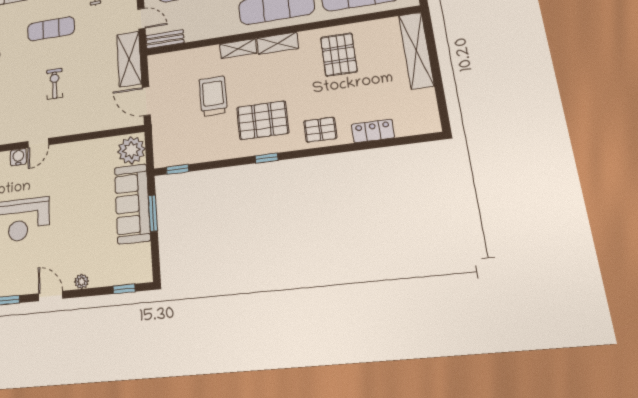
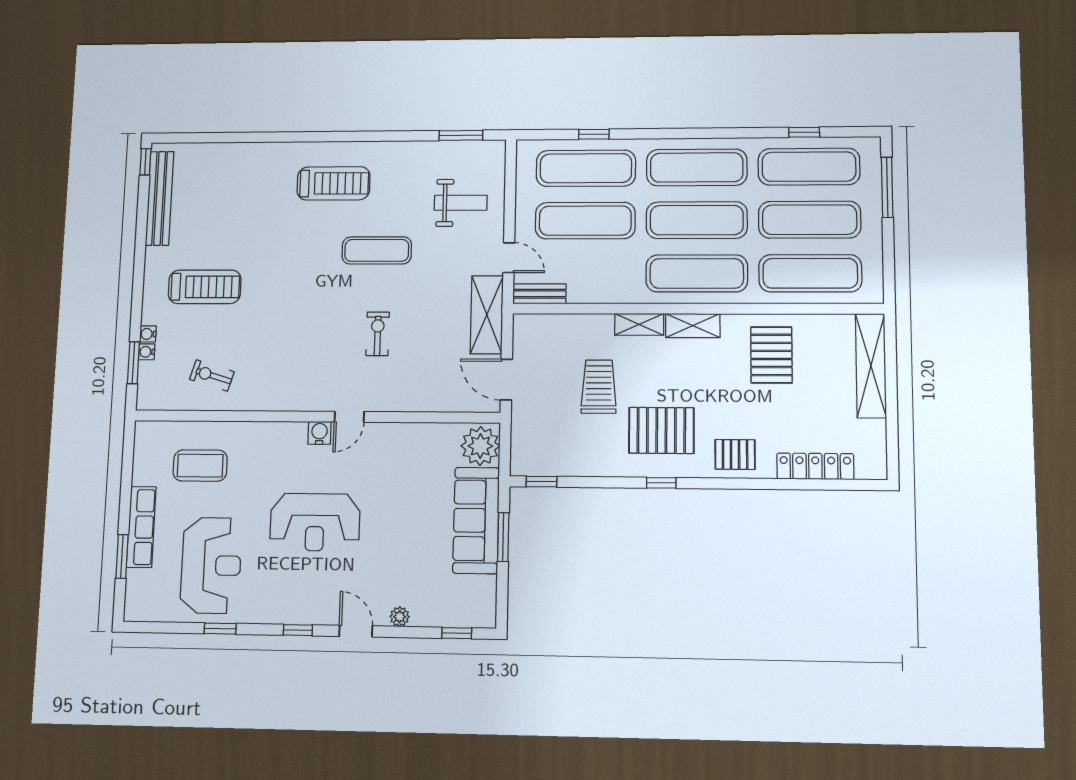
locker: (373, 131) -> (815, 466), width x1.53

